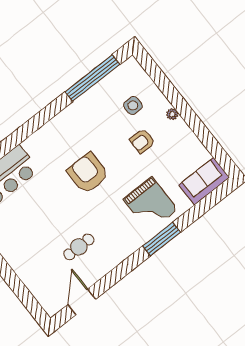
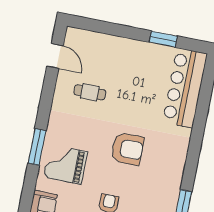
cafe table: (79, 247) -> (90, 92), turned 90

